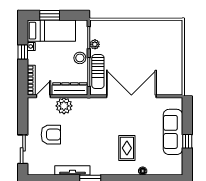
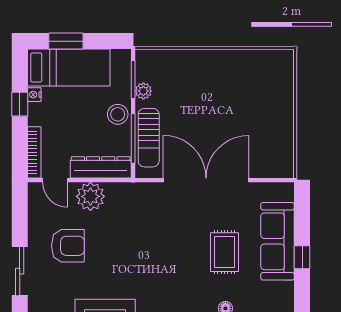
door: (43, 96) -> (55, 180), swing flipped
rug: (127, 148) -> (225, 252), moved

